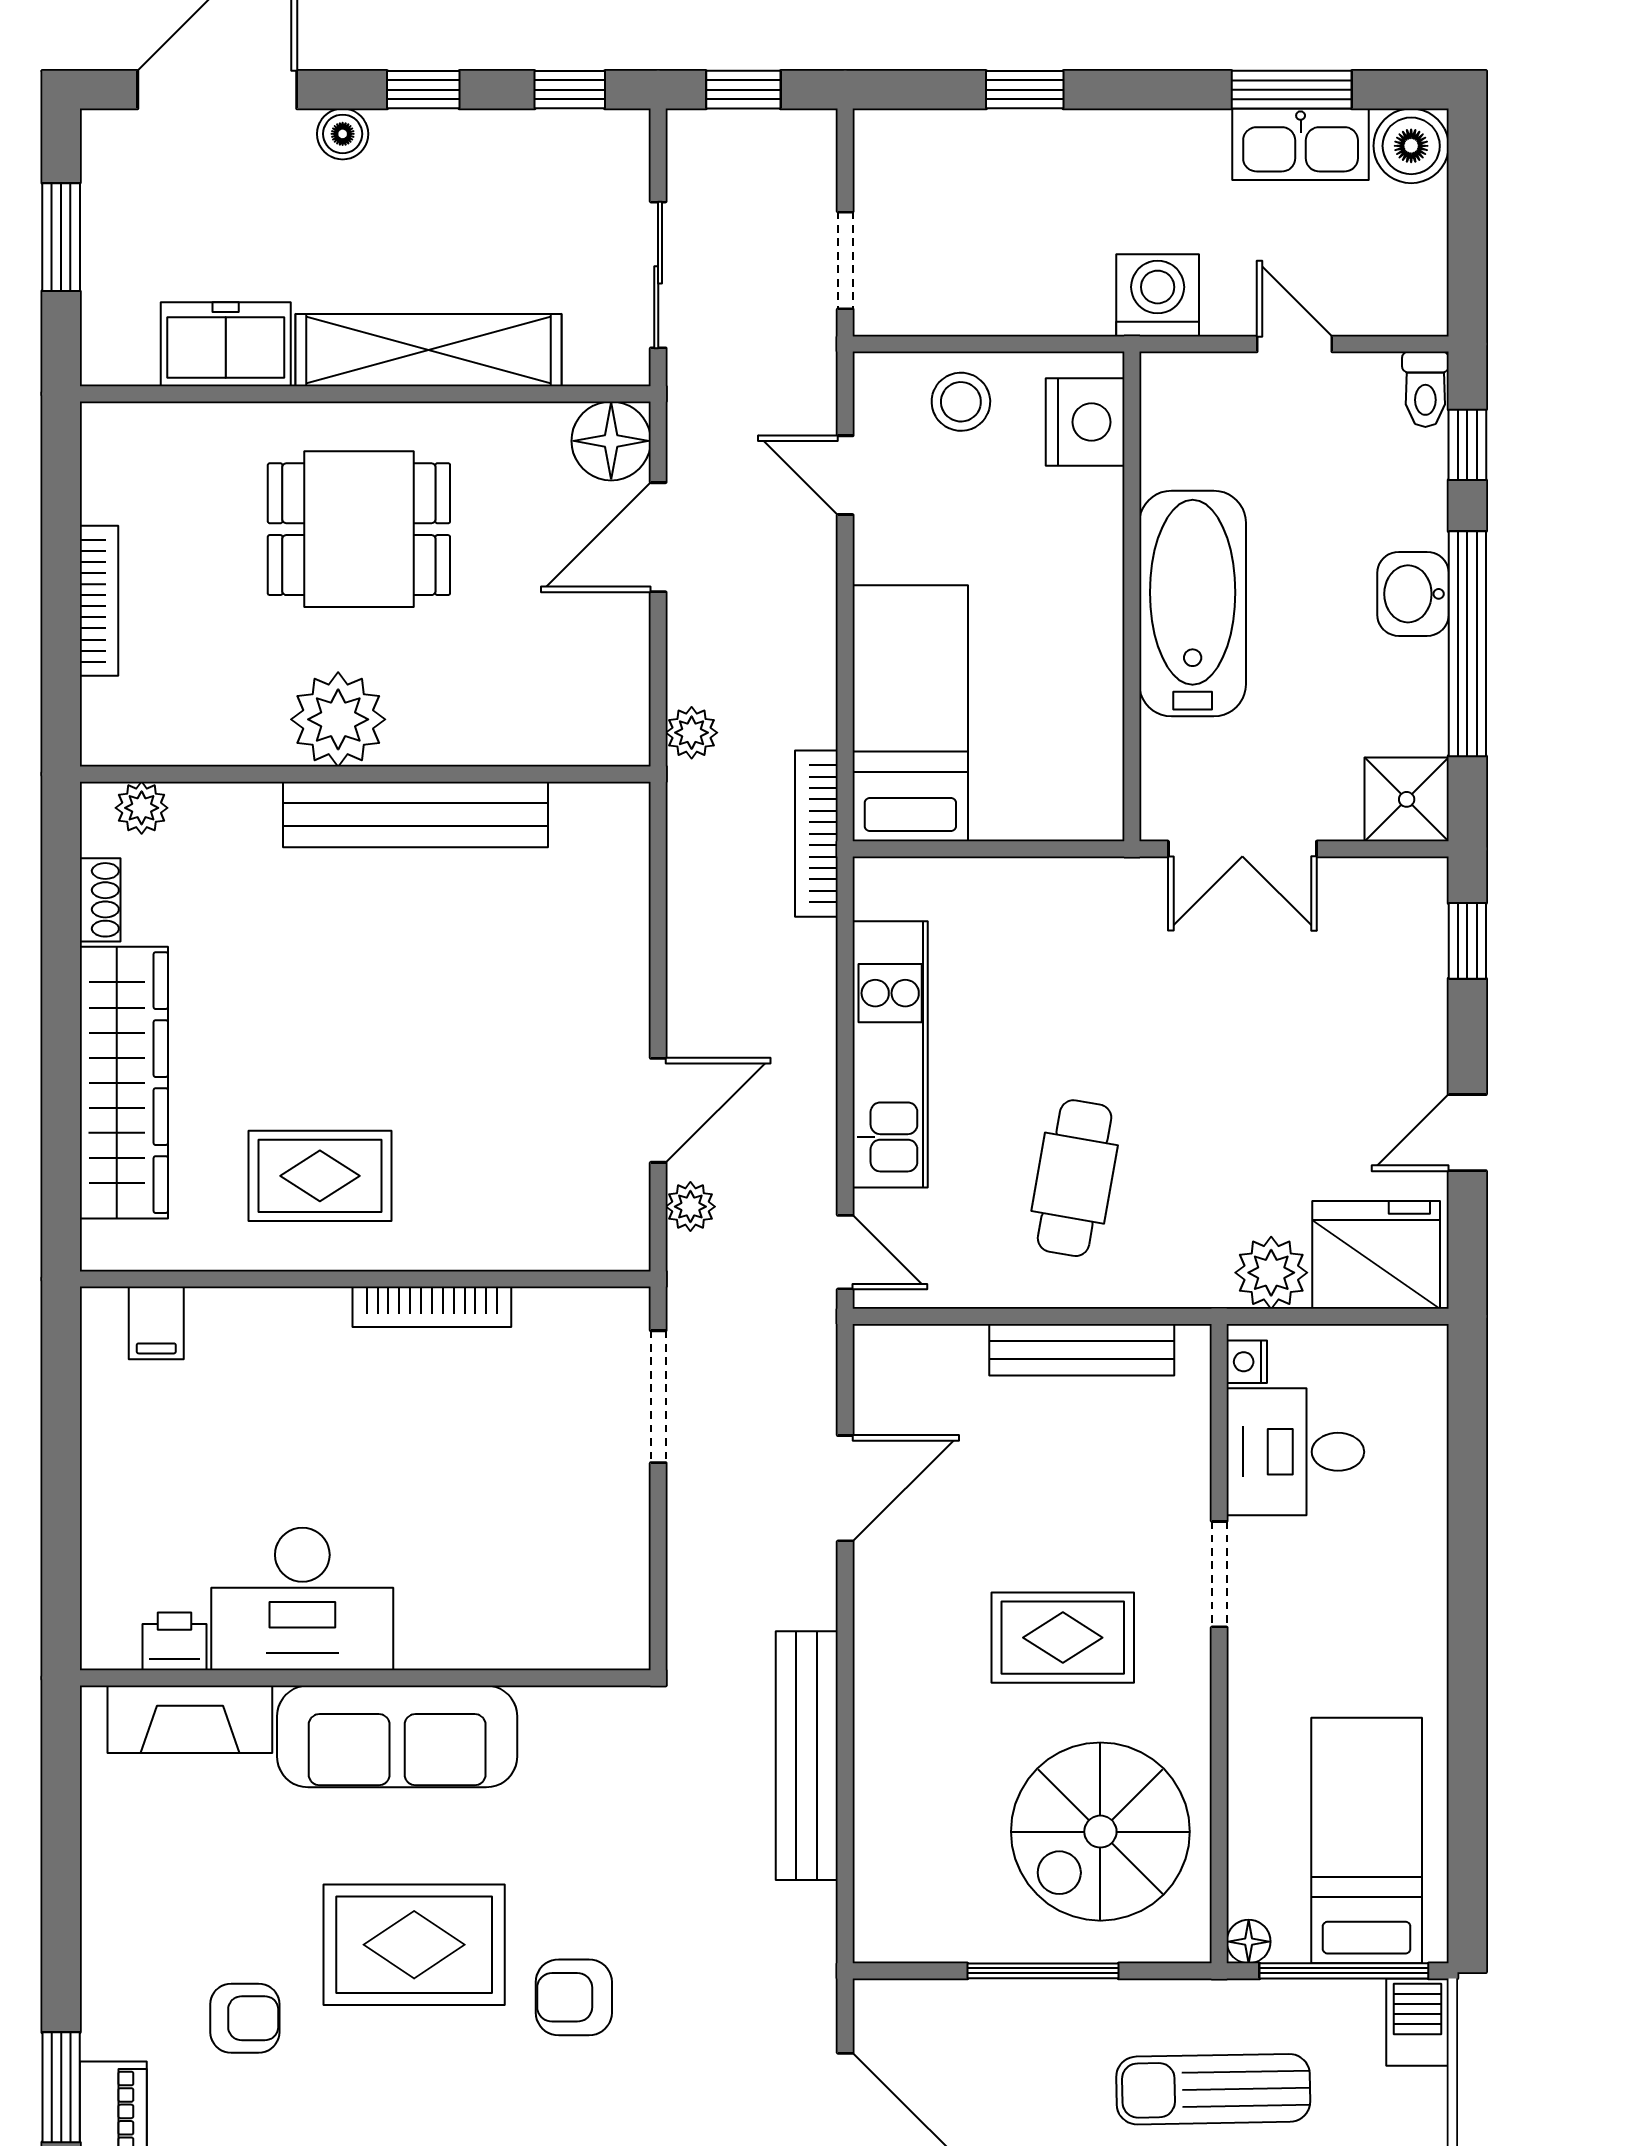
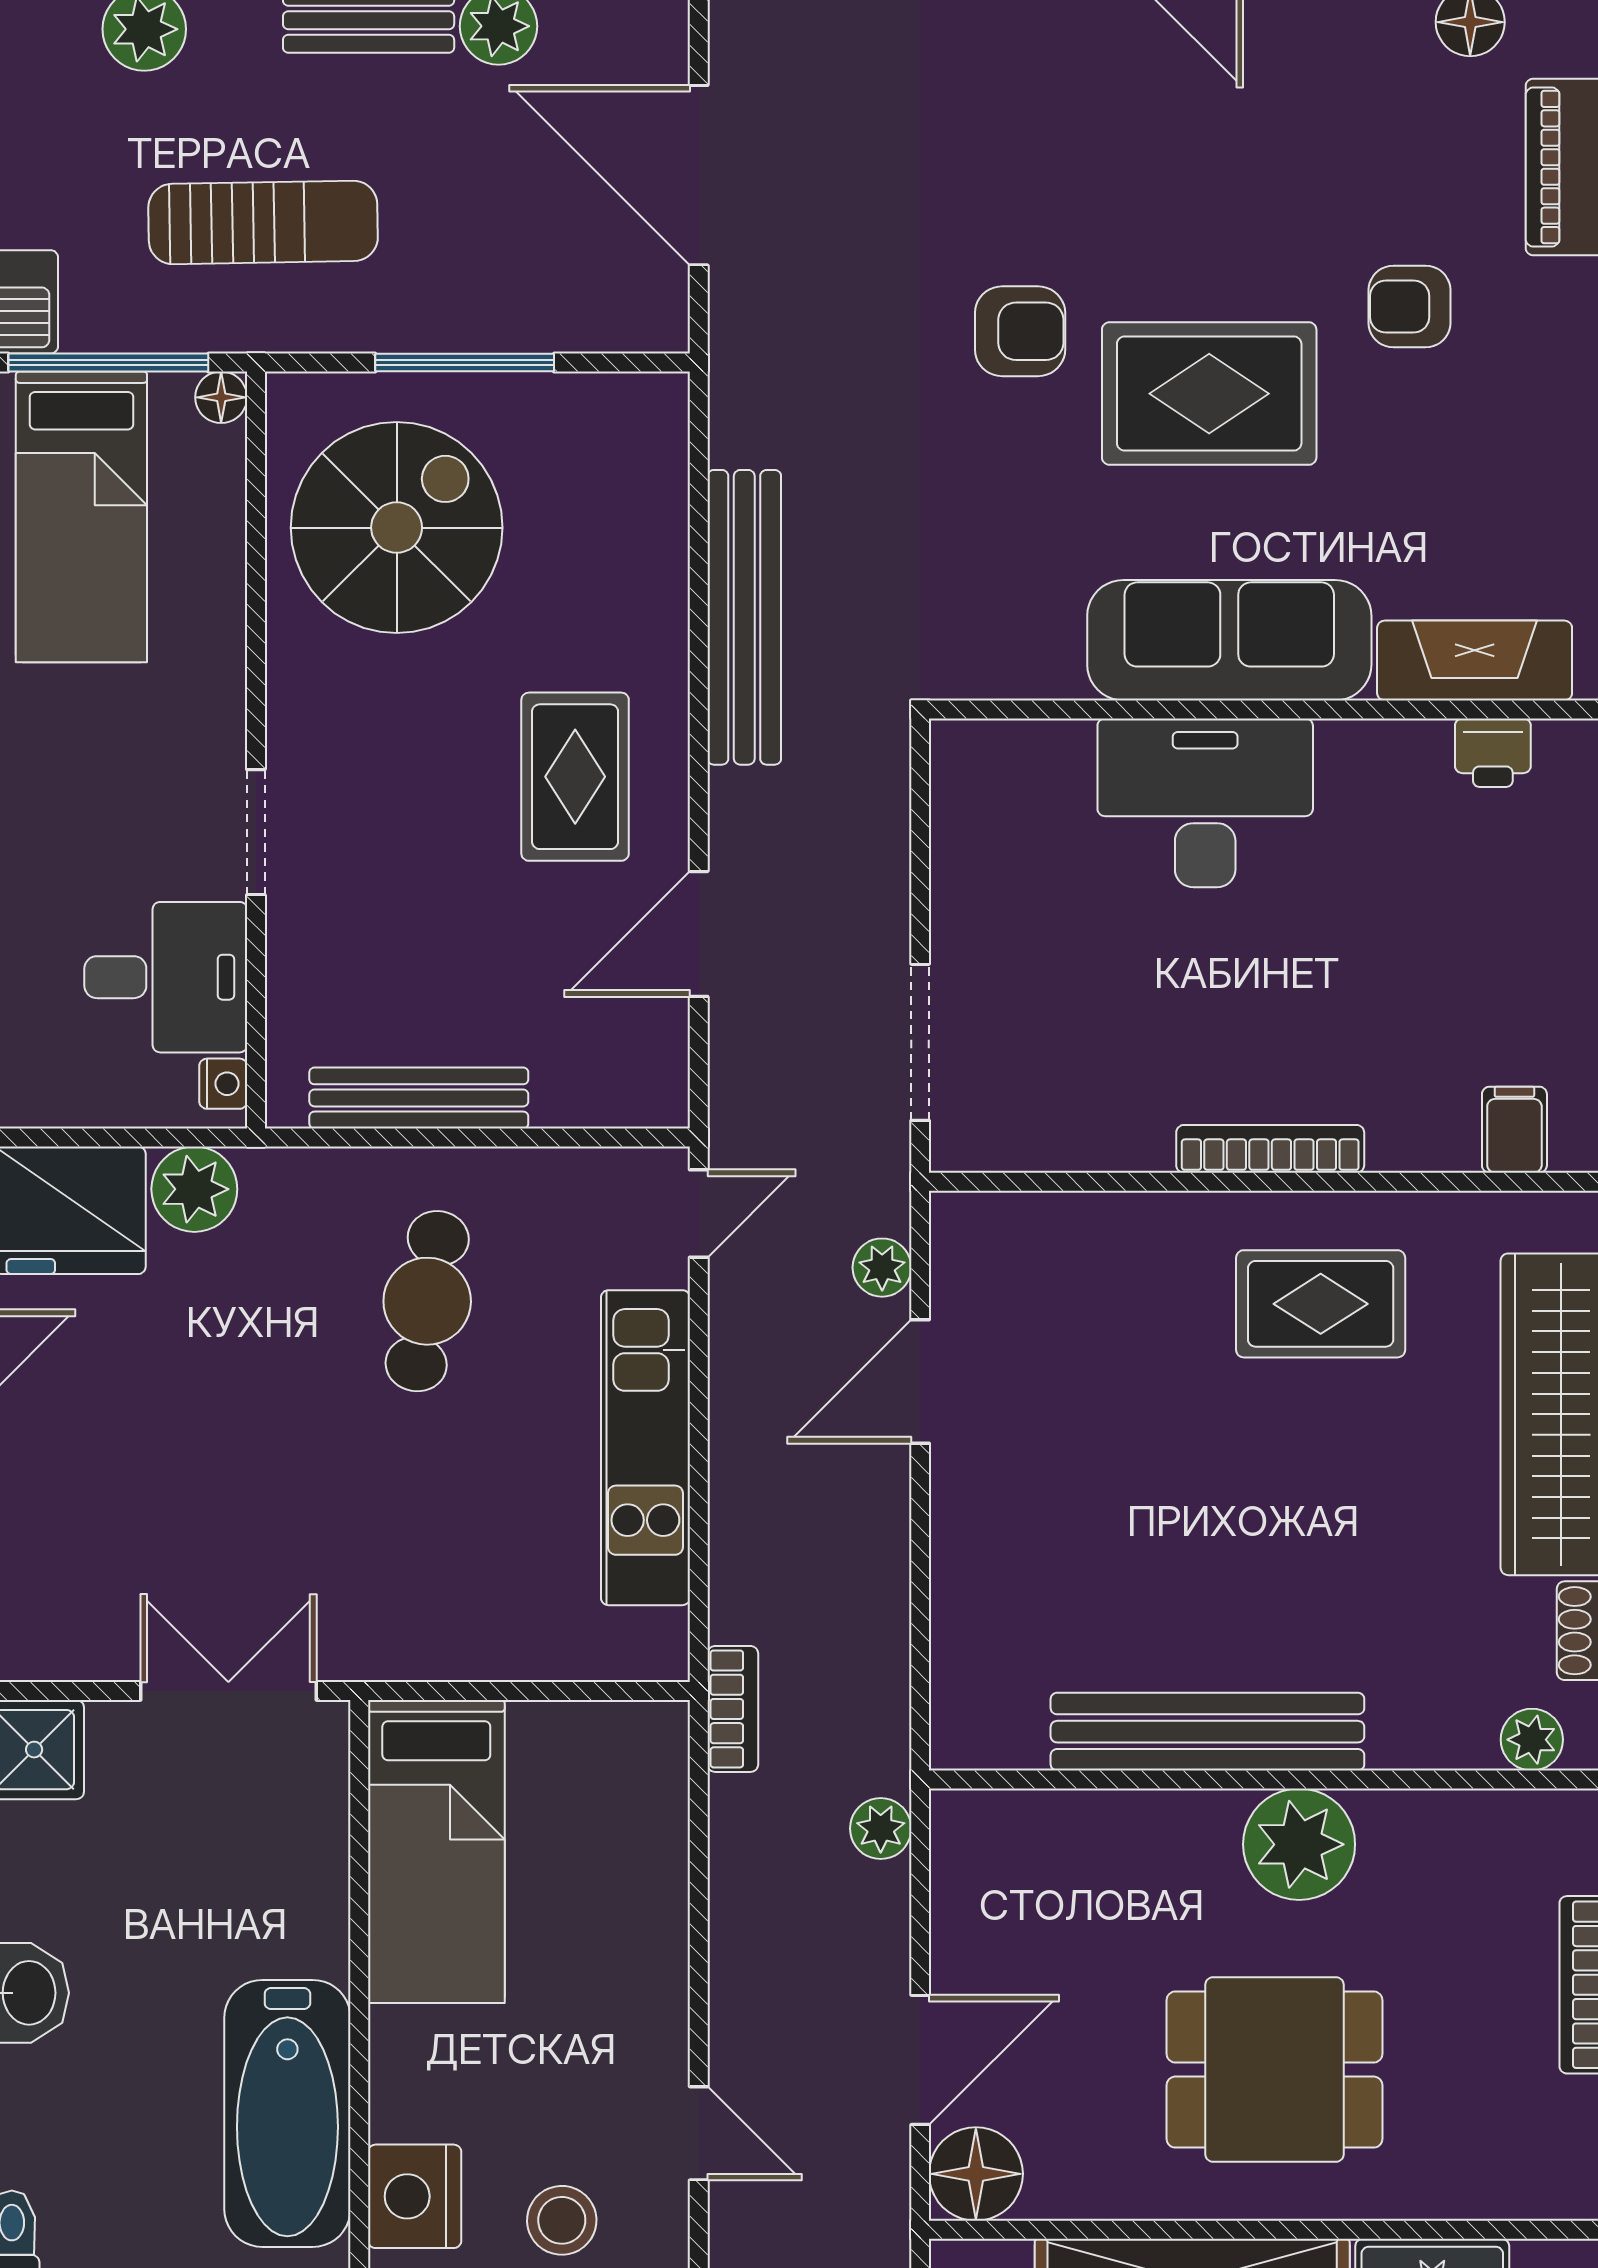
bathtub: (1193, 604) -> (287, 2113), moved
bed: (910, 713) -> (436, 1851), moved
bookcase: (816, 834) -> (733, 1709), width x0.64
door: (845, 1252) -> (699, 1214), swing flipped
bookcase: (432, 1307) -> (1270, 1149), moved
desk: (302, 1599) -> (1205, 803), moved
rug: (1063, 1638) -> (575, 777), moved, turned 90

